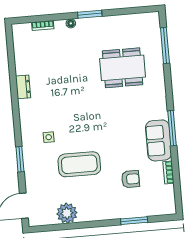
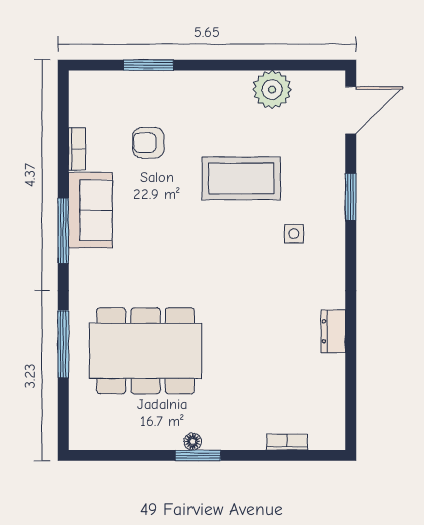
floor lamp: (71, 23) -> (193, 442), moved
window: (165, 45) -> (63, 344), moved
dining table: (123, 68) -> (146, 351), width x1.36, depth x1.24

